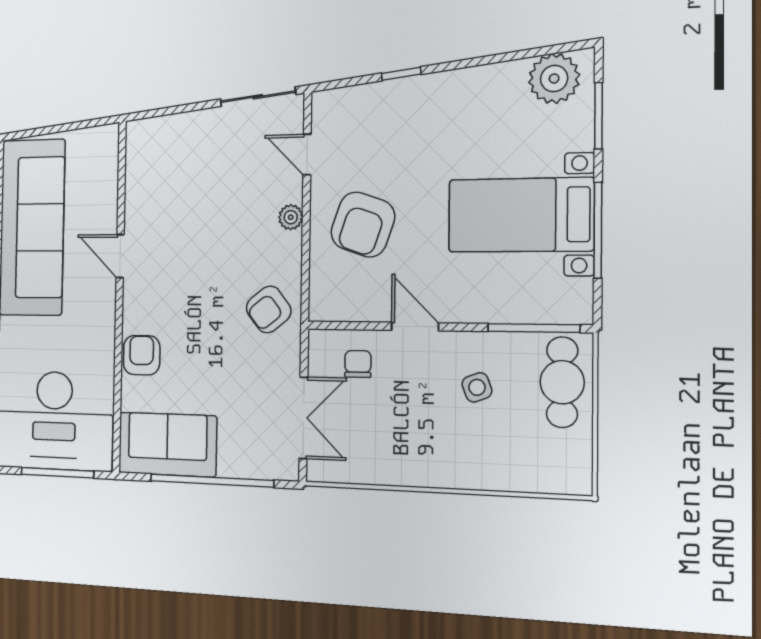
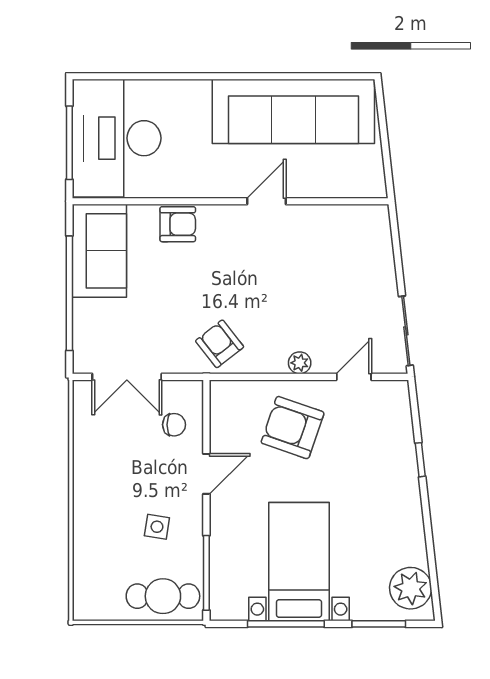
side table: (477, 387) -> (157, 527), turned 30

